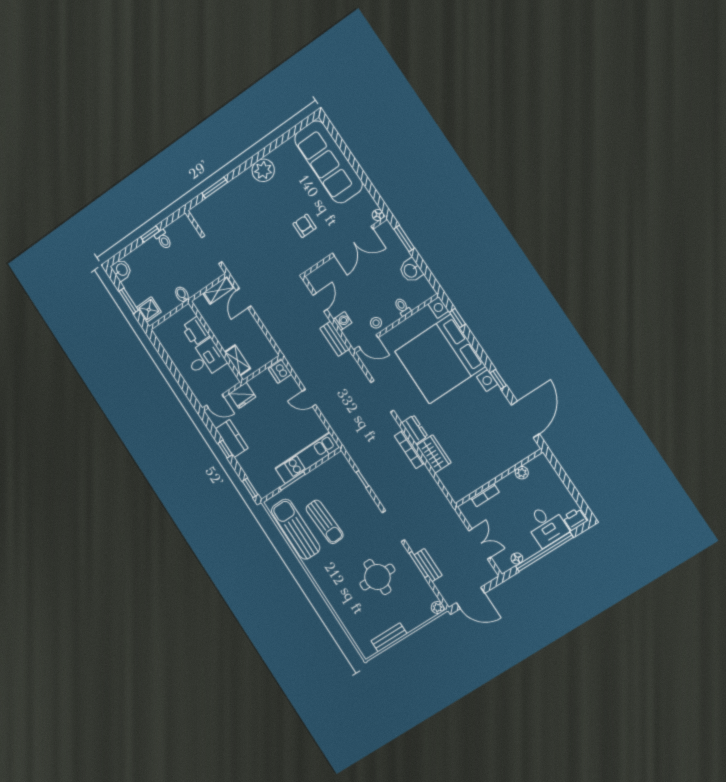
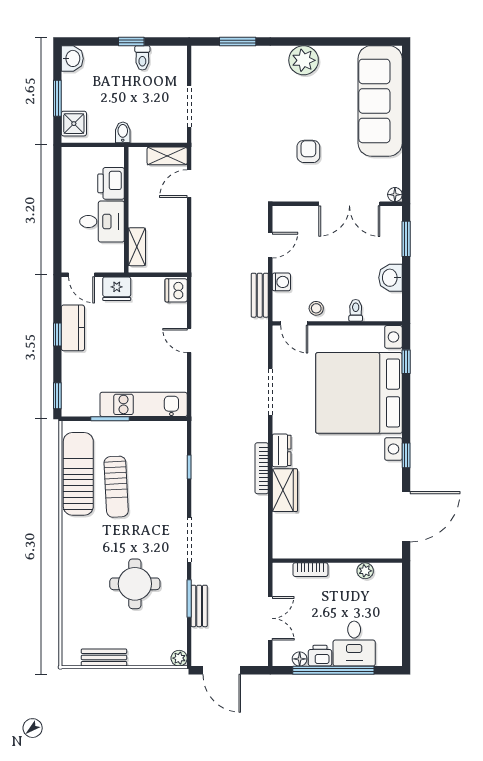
printer: (575, 519) -> (320, 656), moved

